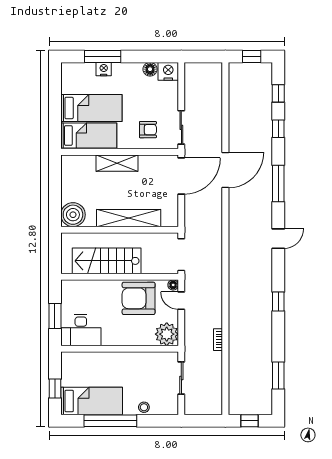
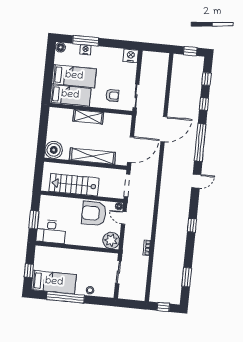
floor lamp: (150, 69) -> (60, 47), moved
door: (181, 176) -> (131, 150), moved
window: (278, 184) -> (200, 142), width x1.46

